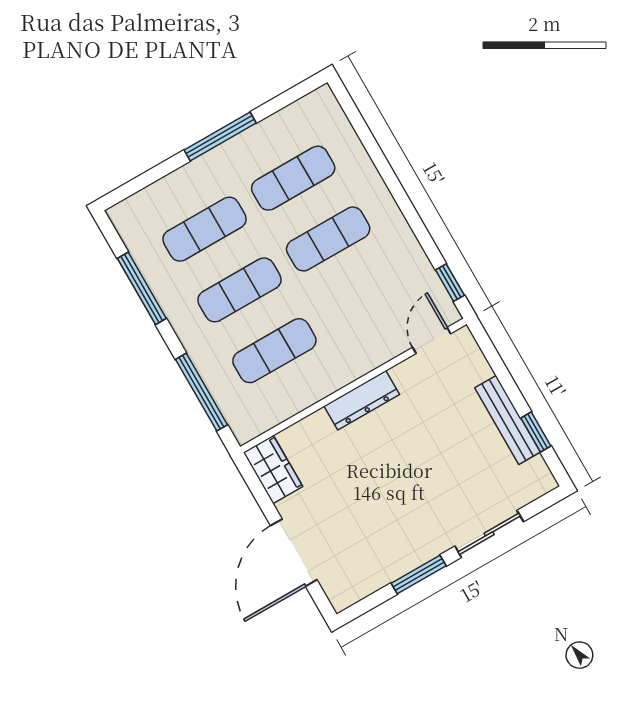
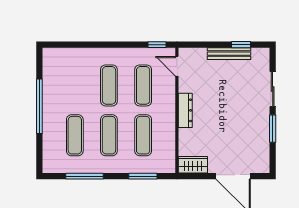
window: (220, 136) -> (39, 106), width x1.46
exercise mat: (293, 178) -> (143, 85), moved
window: (201, 392) -> (143, 176), width x0.69

